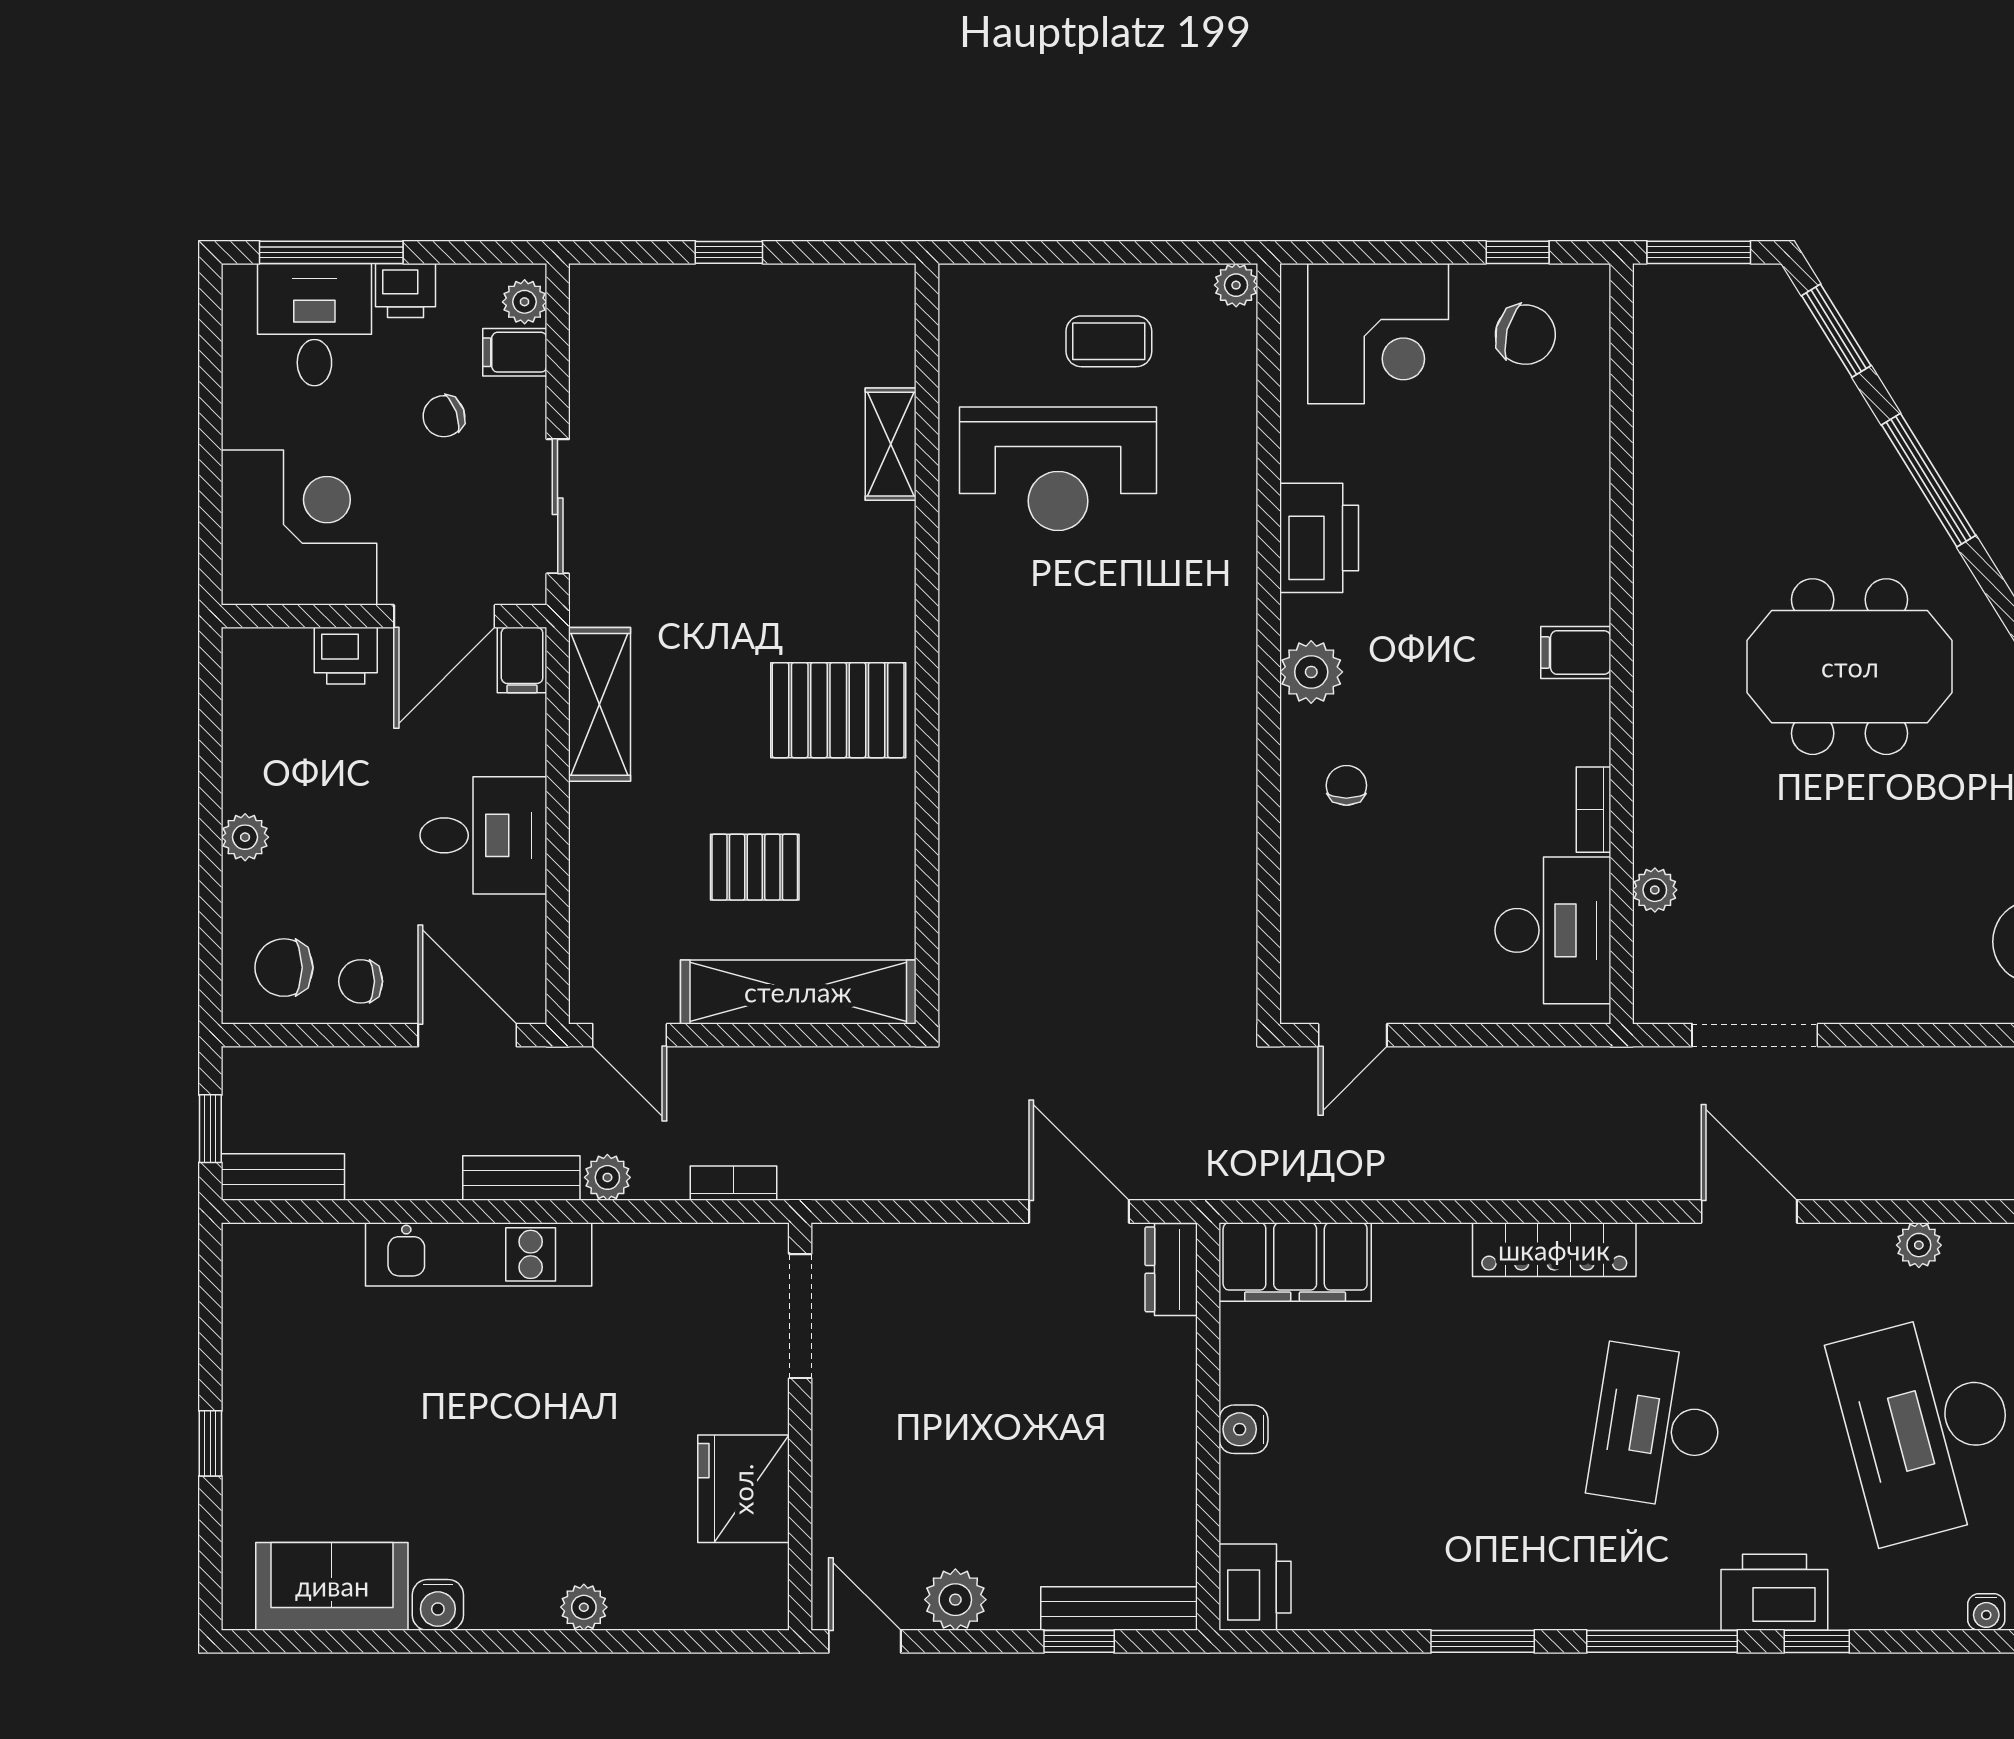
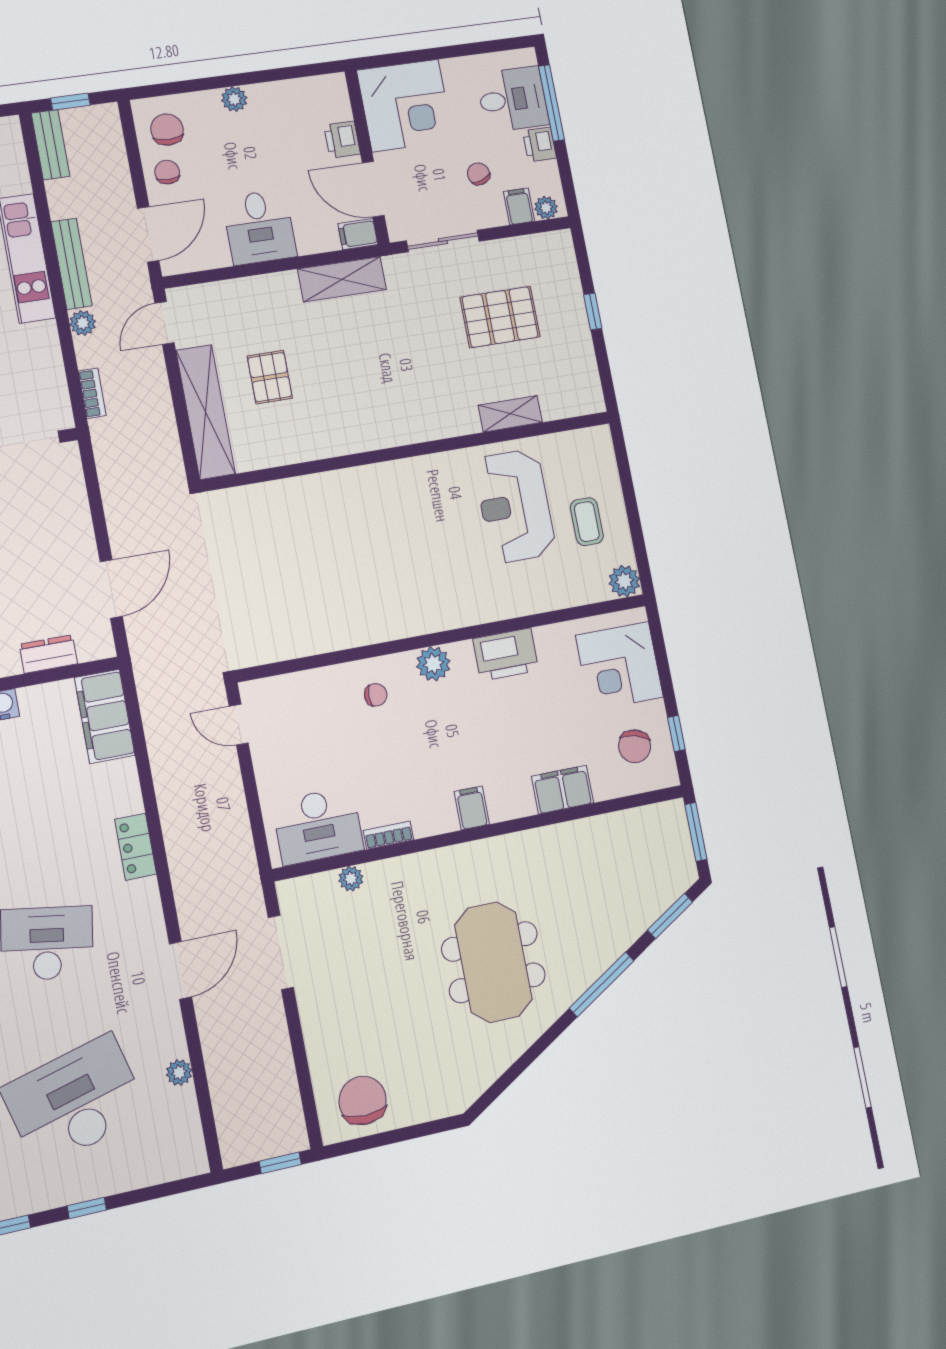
plant: (1236, 285) -> (624, 581), width x1.38, depth x1.38
filing cabinet: (1576, 482) -> (563, 790), added
pallet: (838, 710) -> (500, 317), moved, turned 90
bench: (521, 1178) -> (72, 264), width x1.36
locker: (1554, 1250) -> (136, 847), width x0.66
dresser: (1171, 1269) -> (48, 654), moved

